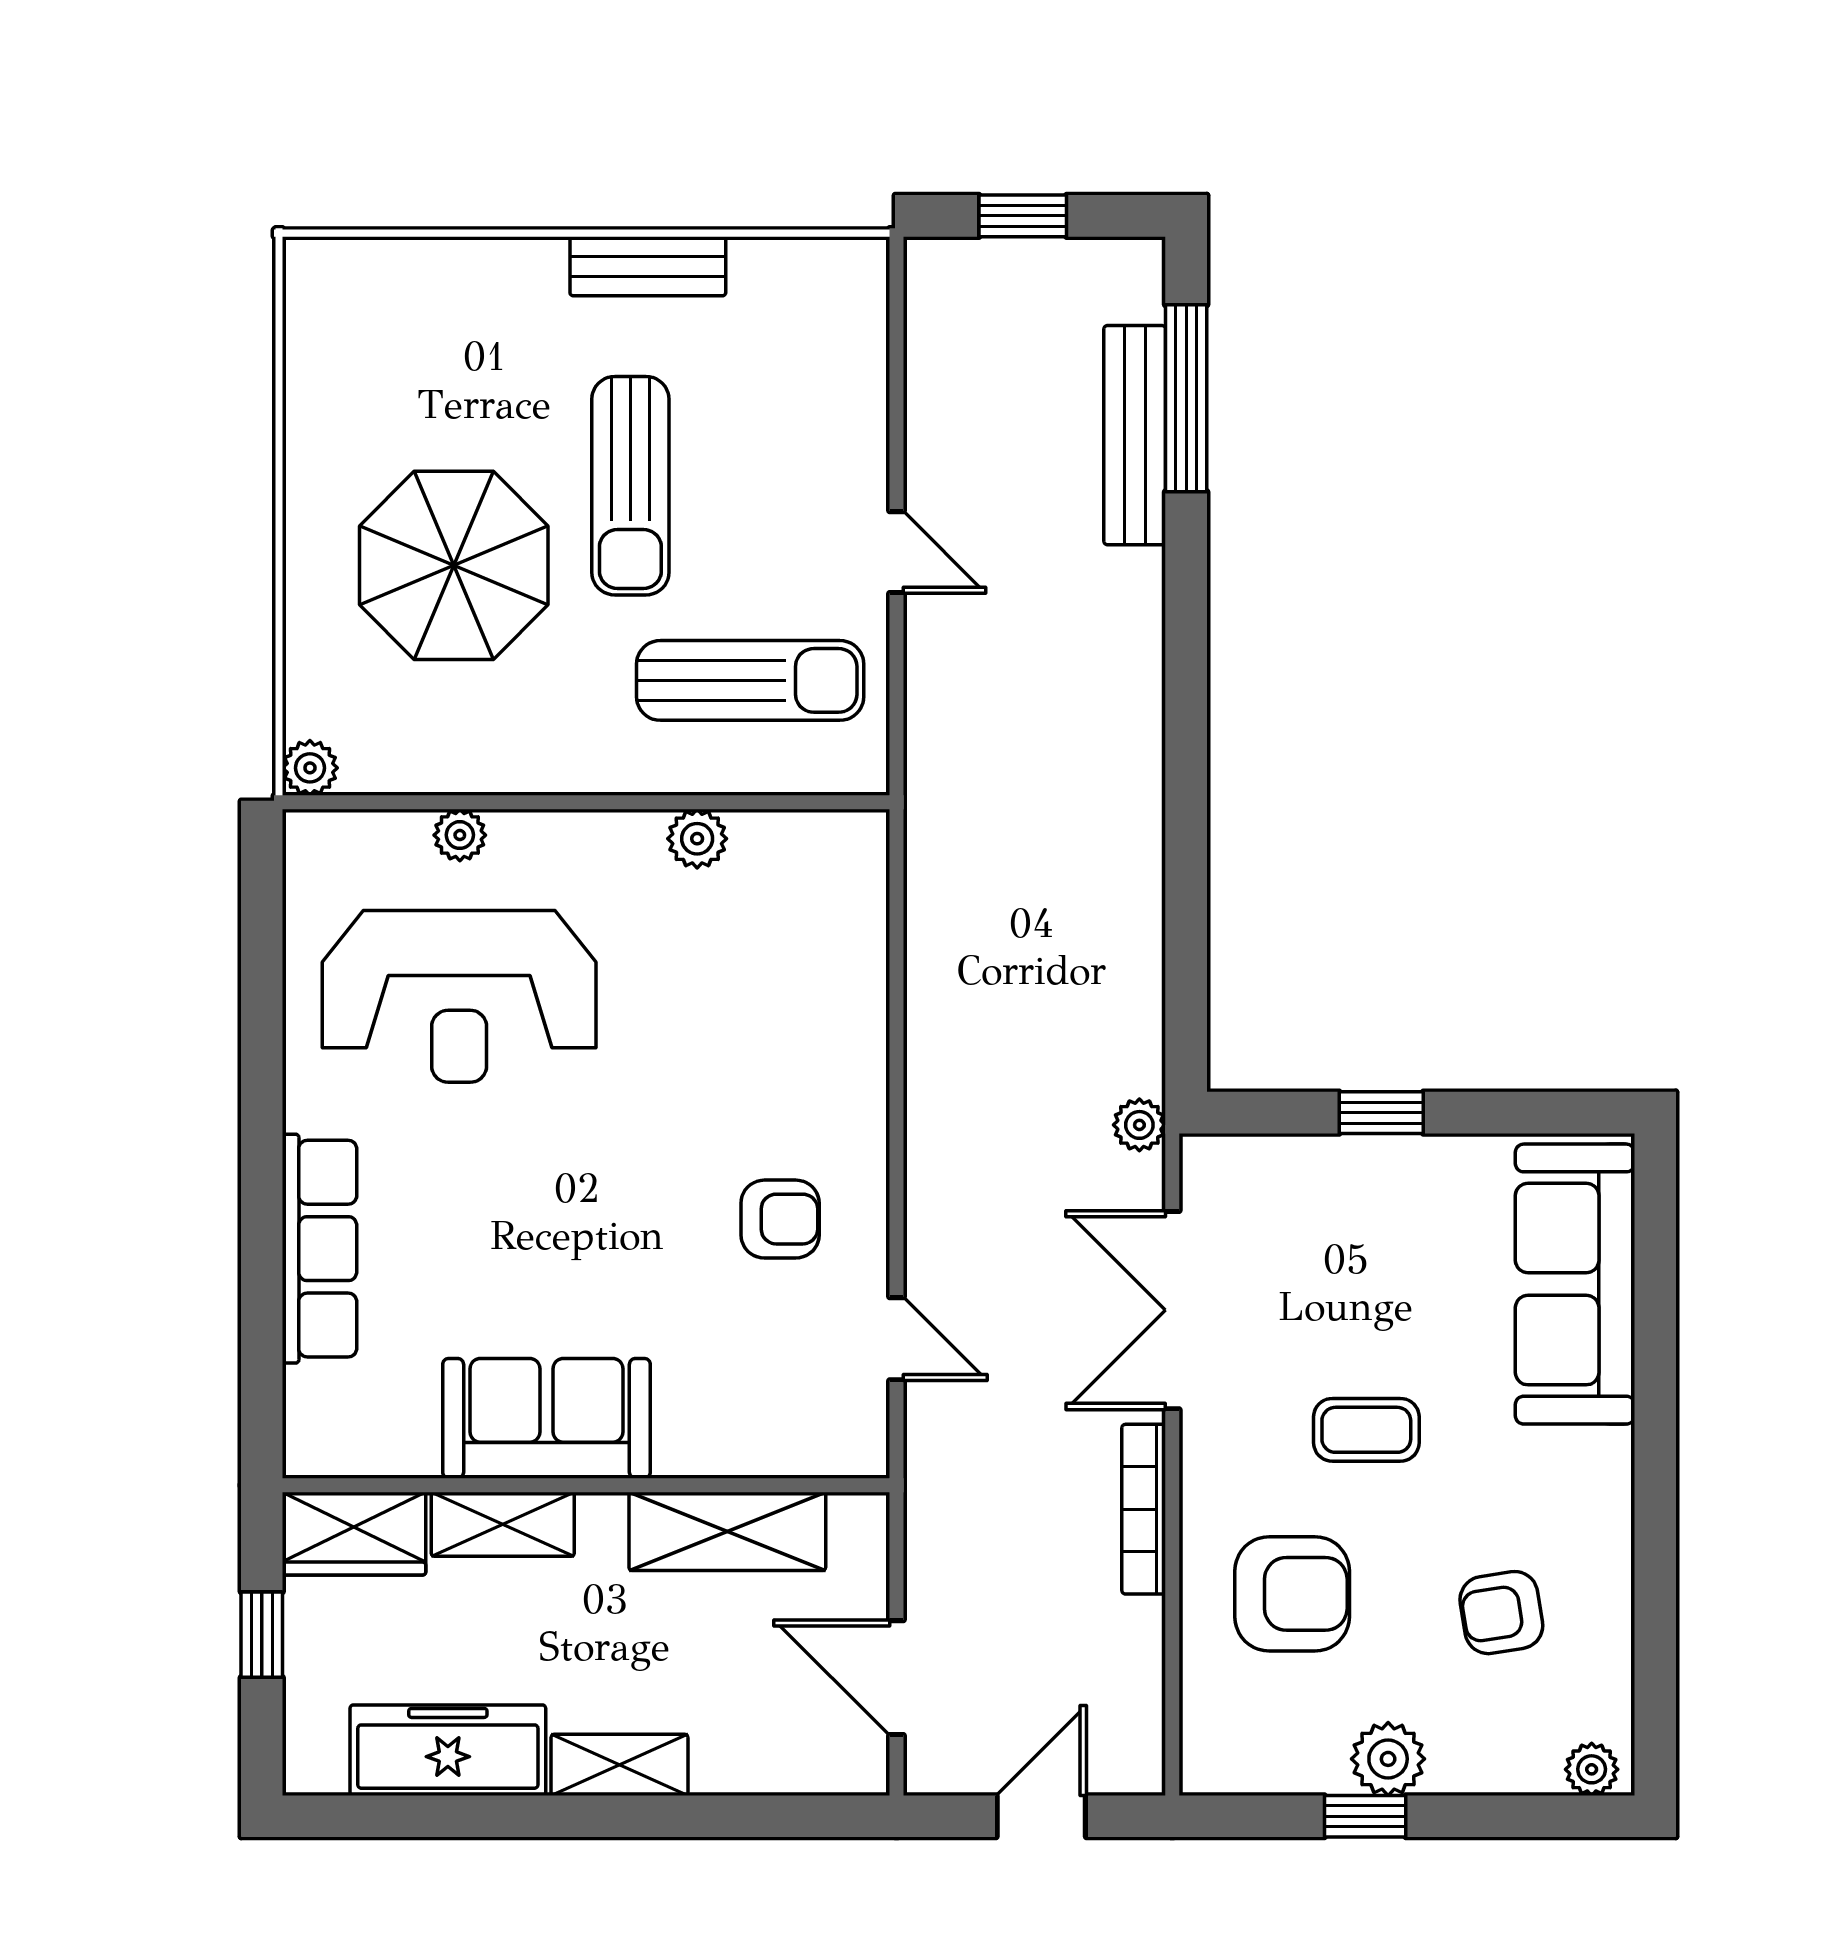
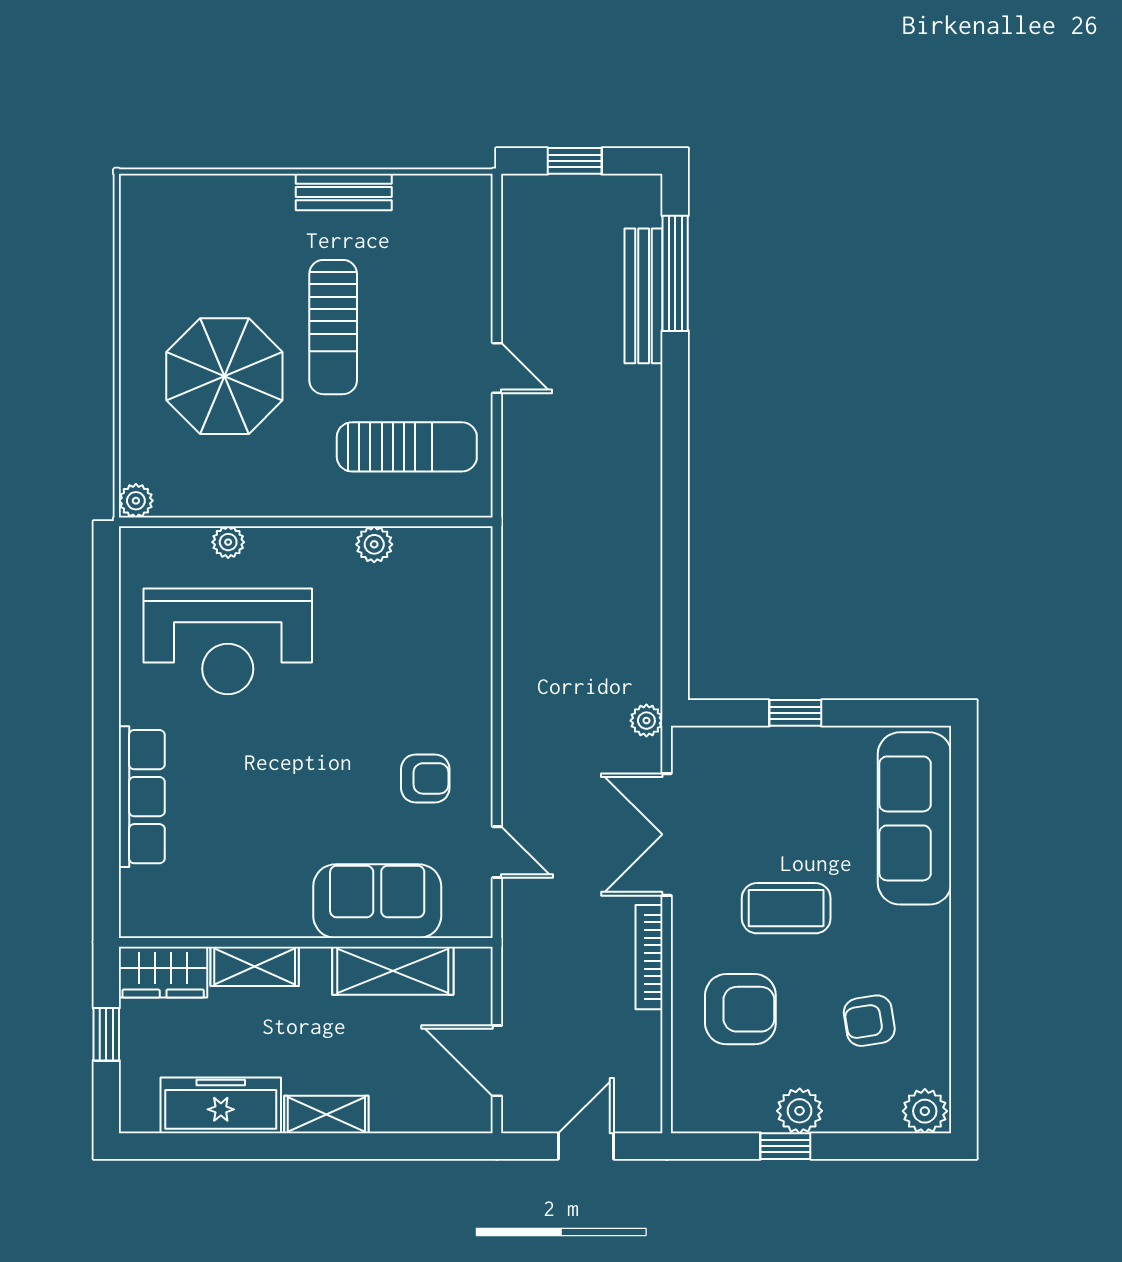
sofa: (547, 1418) -> (377, 901), moved
coffee table: (1366, 1430) -> (786, 908), width x1.36, depth x1.30
plant: (1592, 1769) -> (925, 1111), width x1.38, depth x1.38

